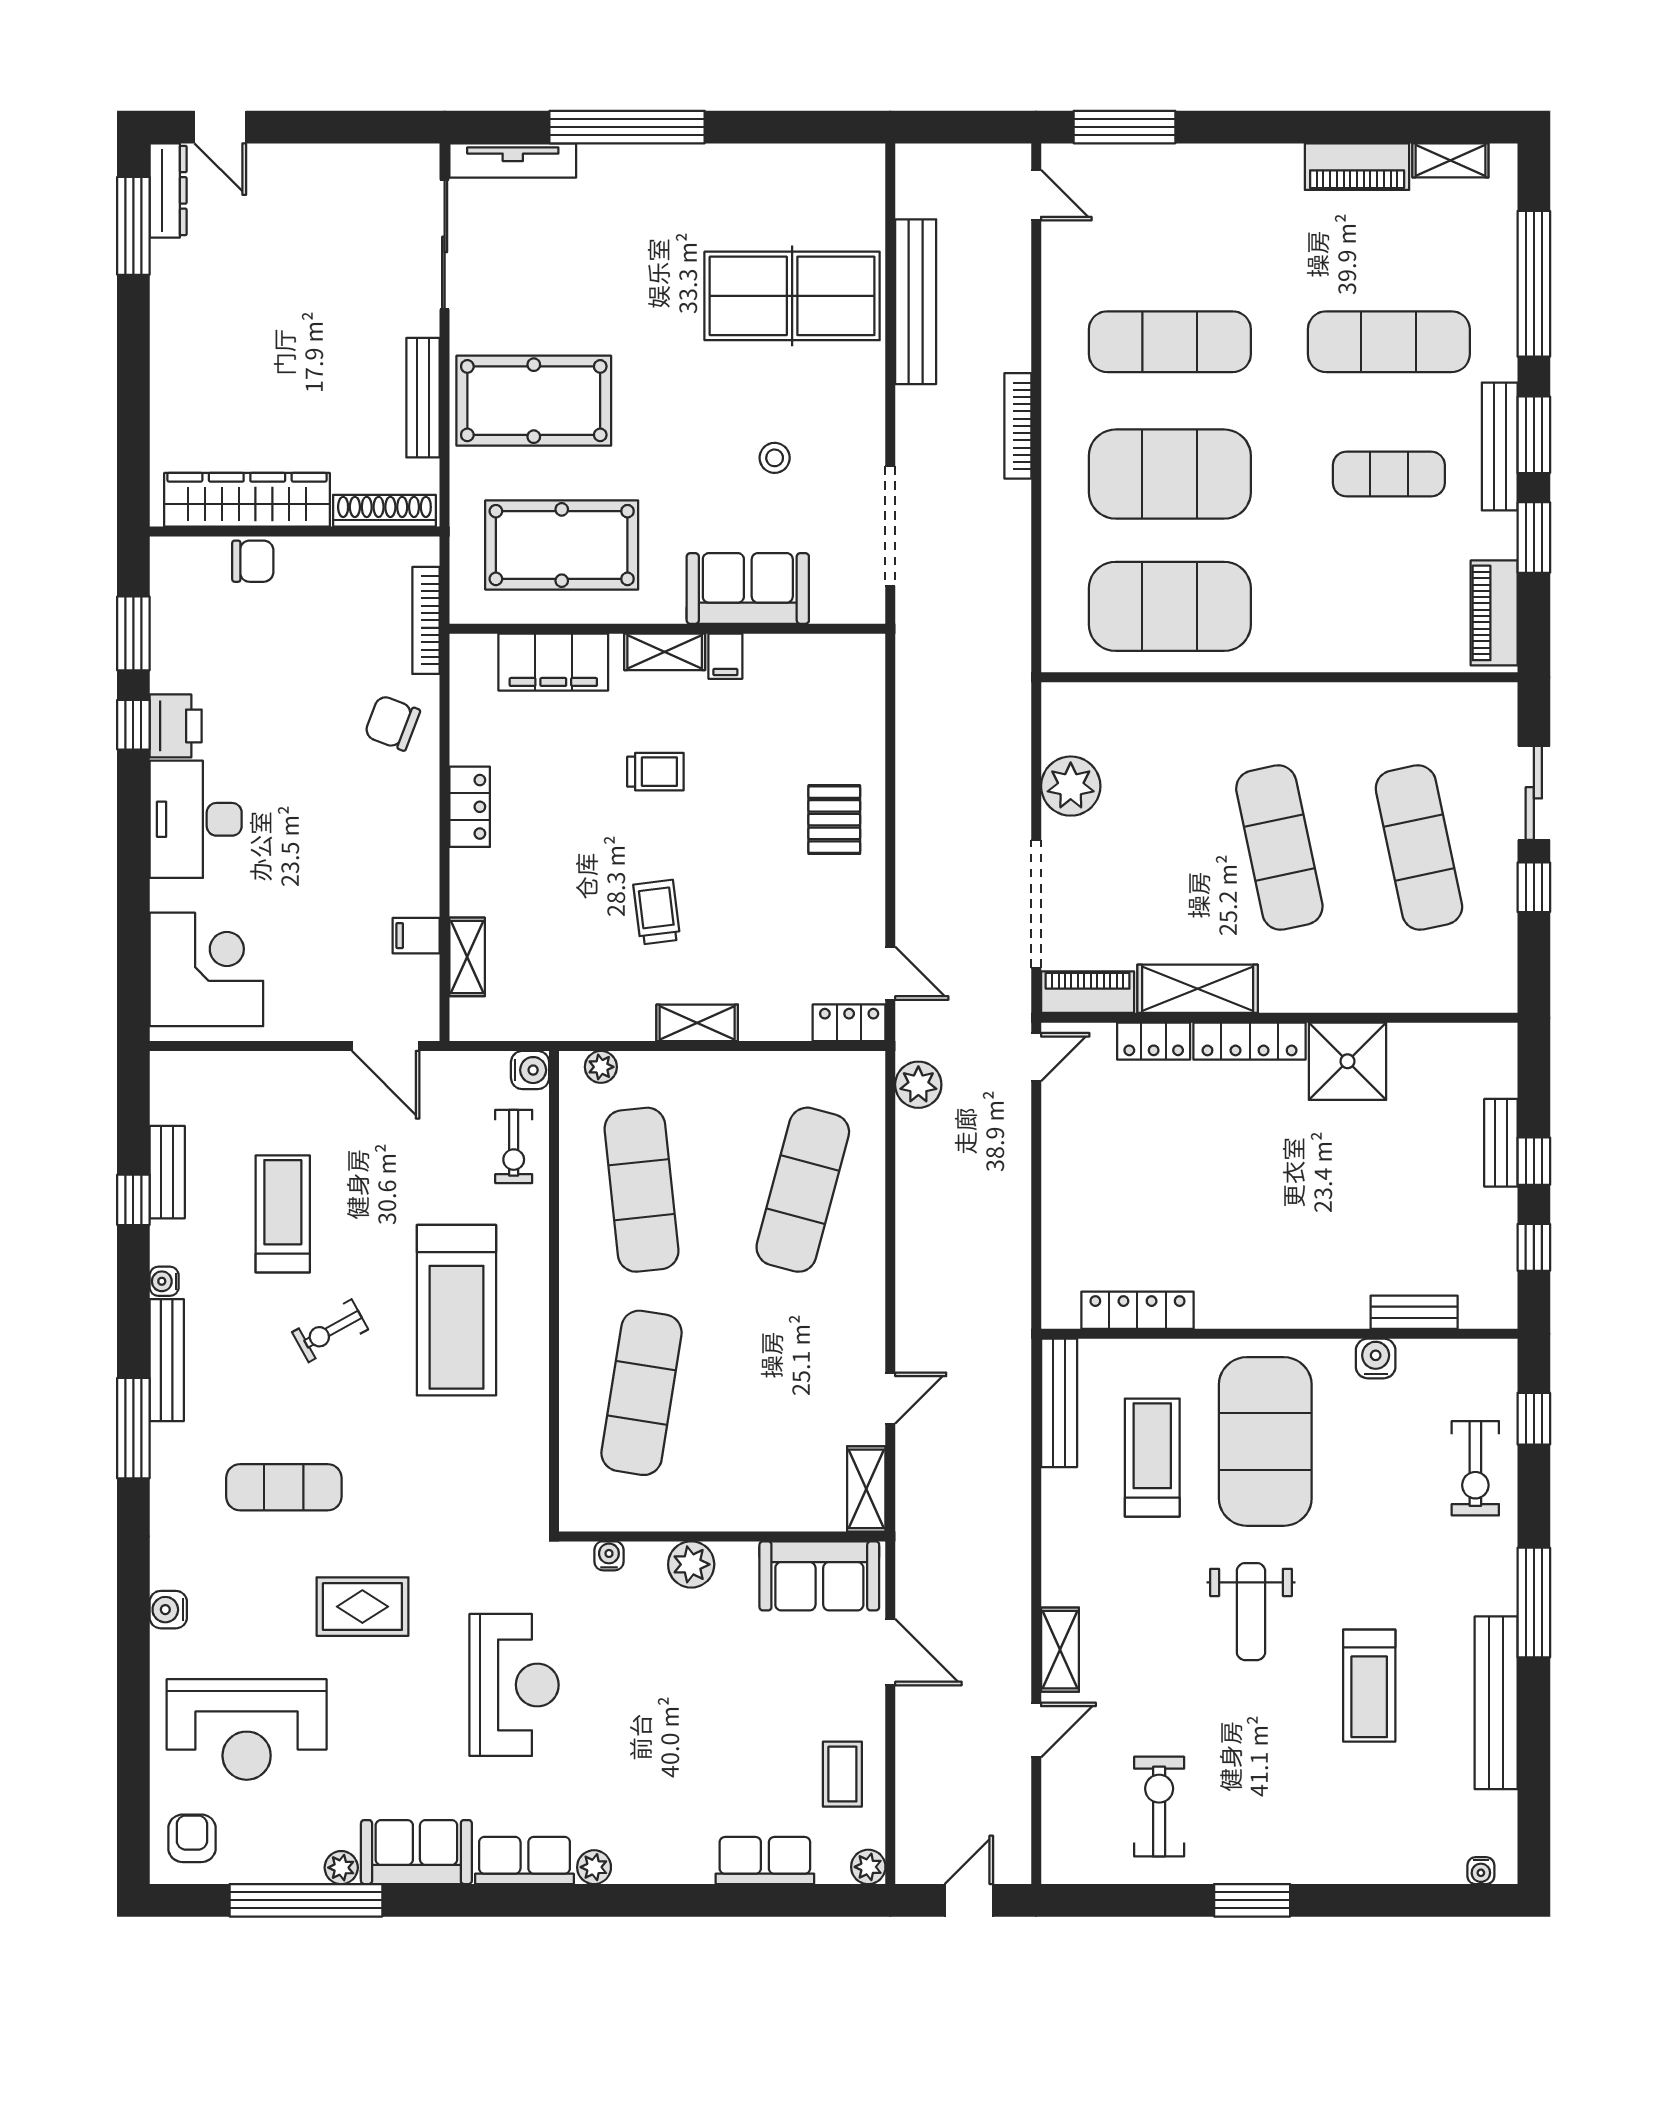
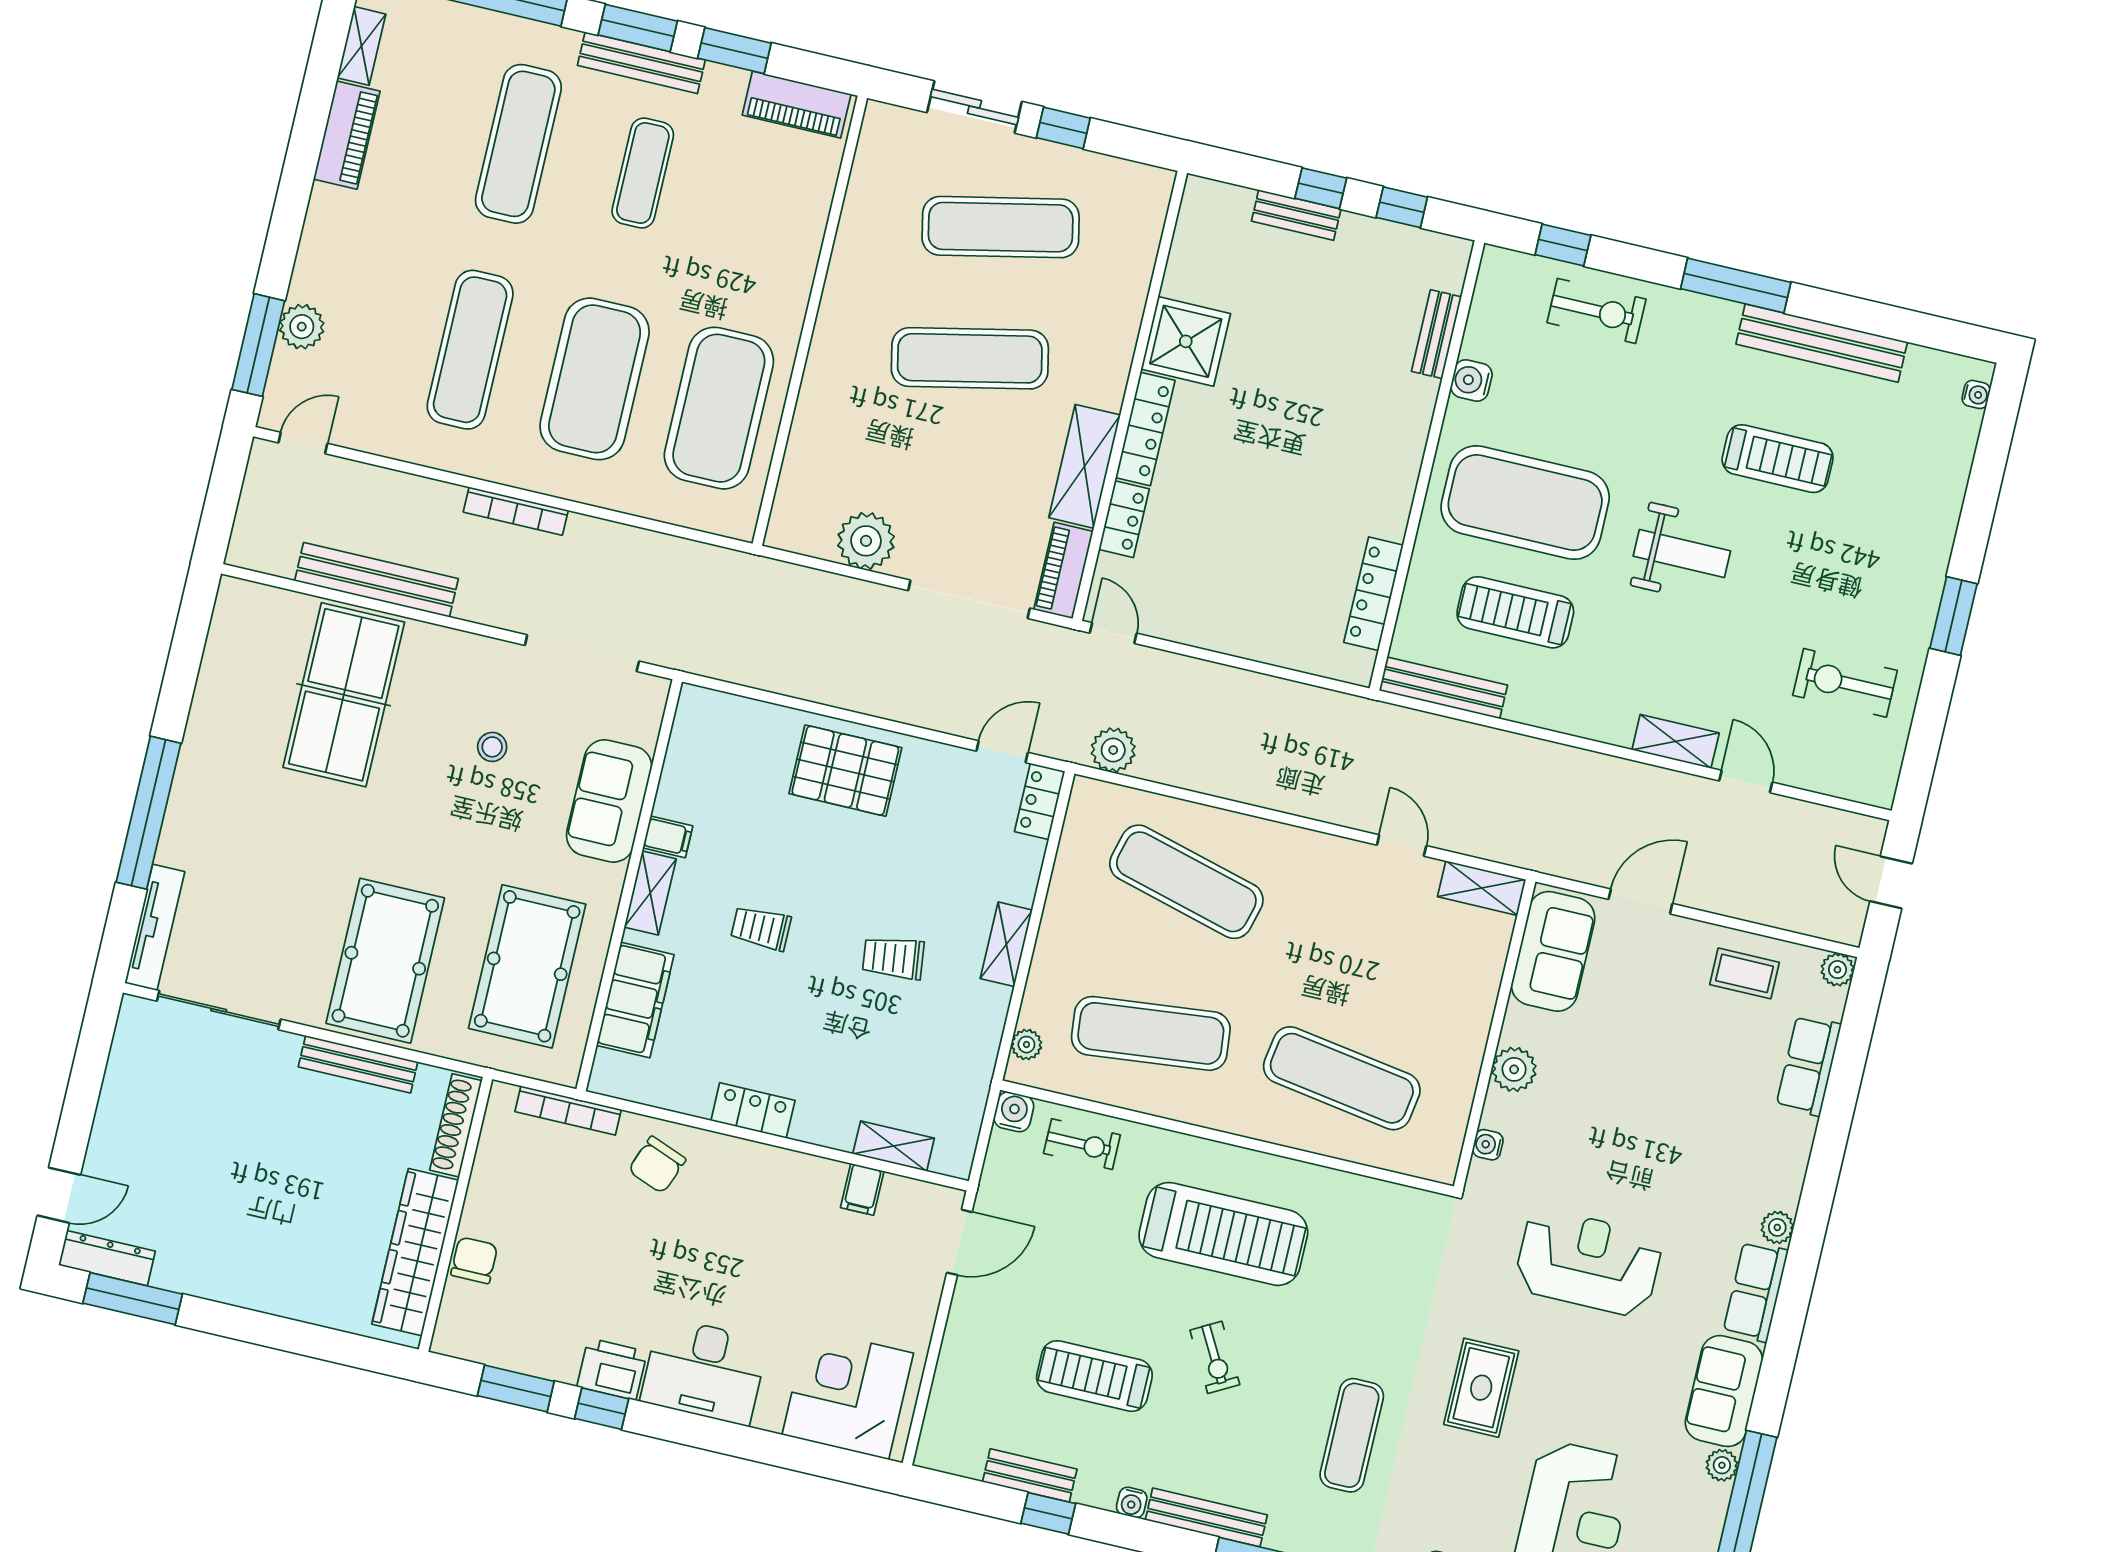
plant: (1153, 167) -> (302, 327), added
trolley: (655, 772) -> (761, 928), turned -90
pallet: (834, 820) -> (845, 771), width x1.50, depth x1.42

